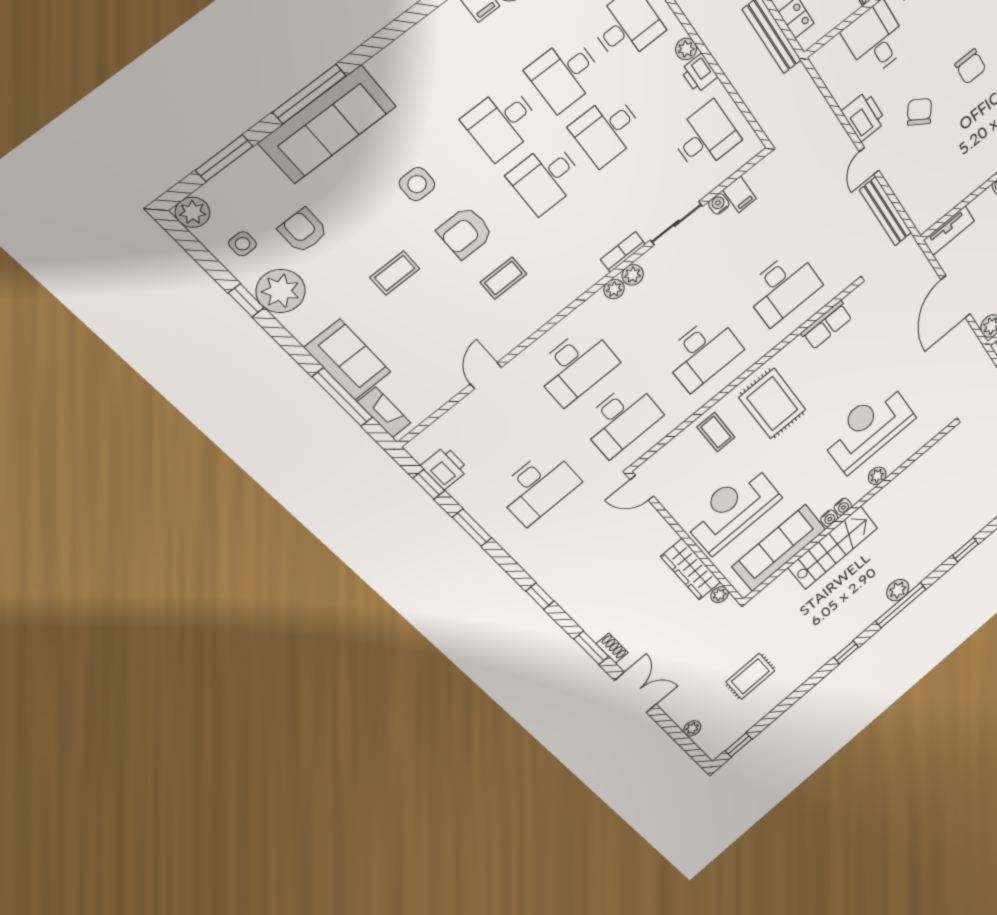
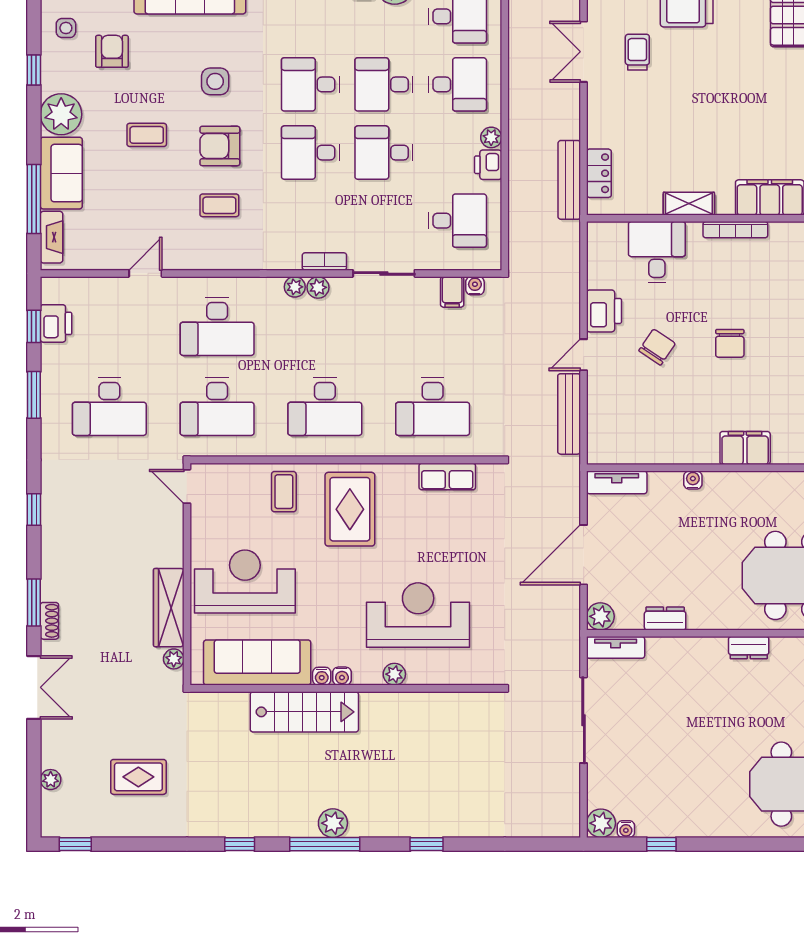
water cooler: (719, 204) -> (475, 286), moved
plant: (281, 291) -> (61, 114), moved

